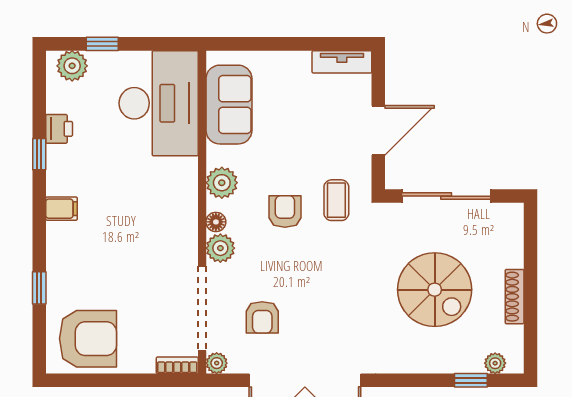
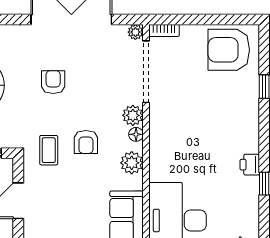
printer: (59, 129) -> (250, 165), moved
filing cabinet: (62, 209) -> (248, 144), removed
armchair: (262, 317) -> (53, 82), moved

